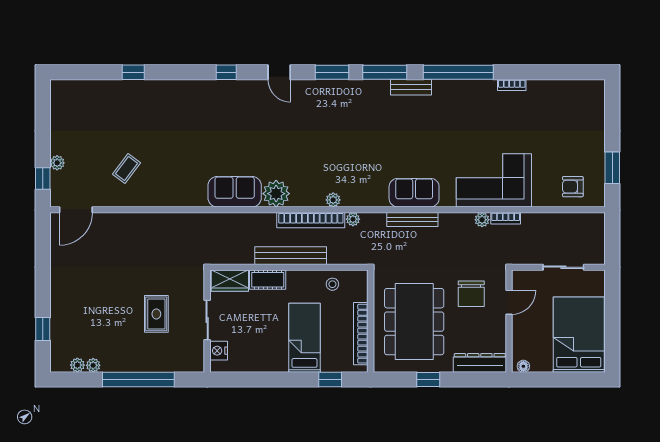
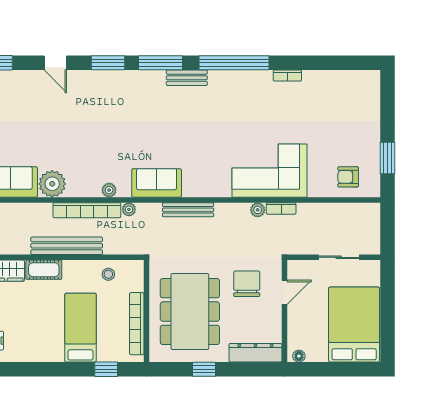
sofa: (414, 193) -> (157, 183), moved
chair: (471, 294) -> (247, 284), turned 180

